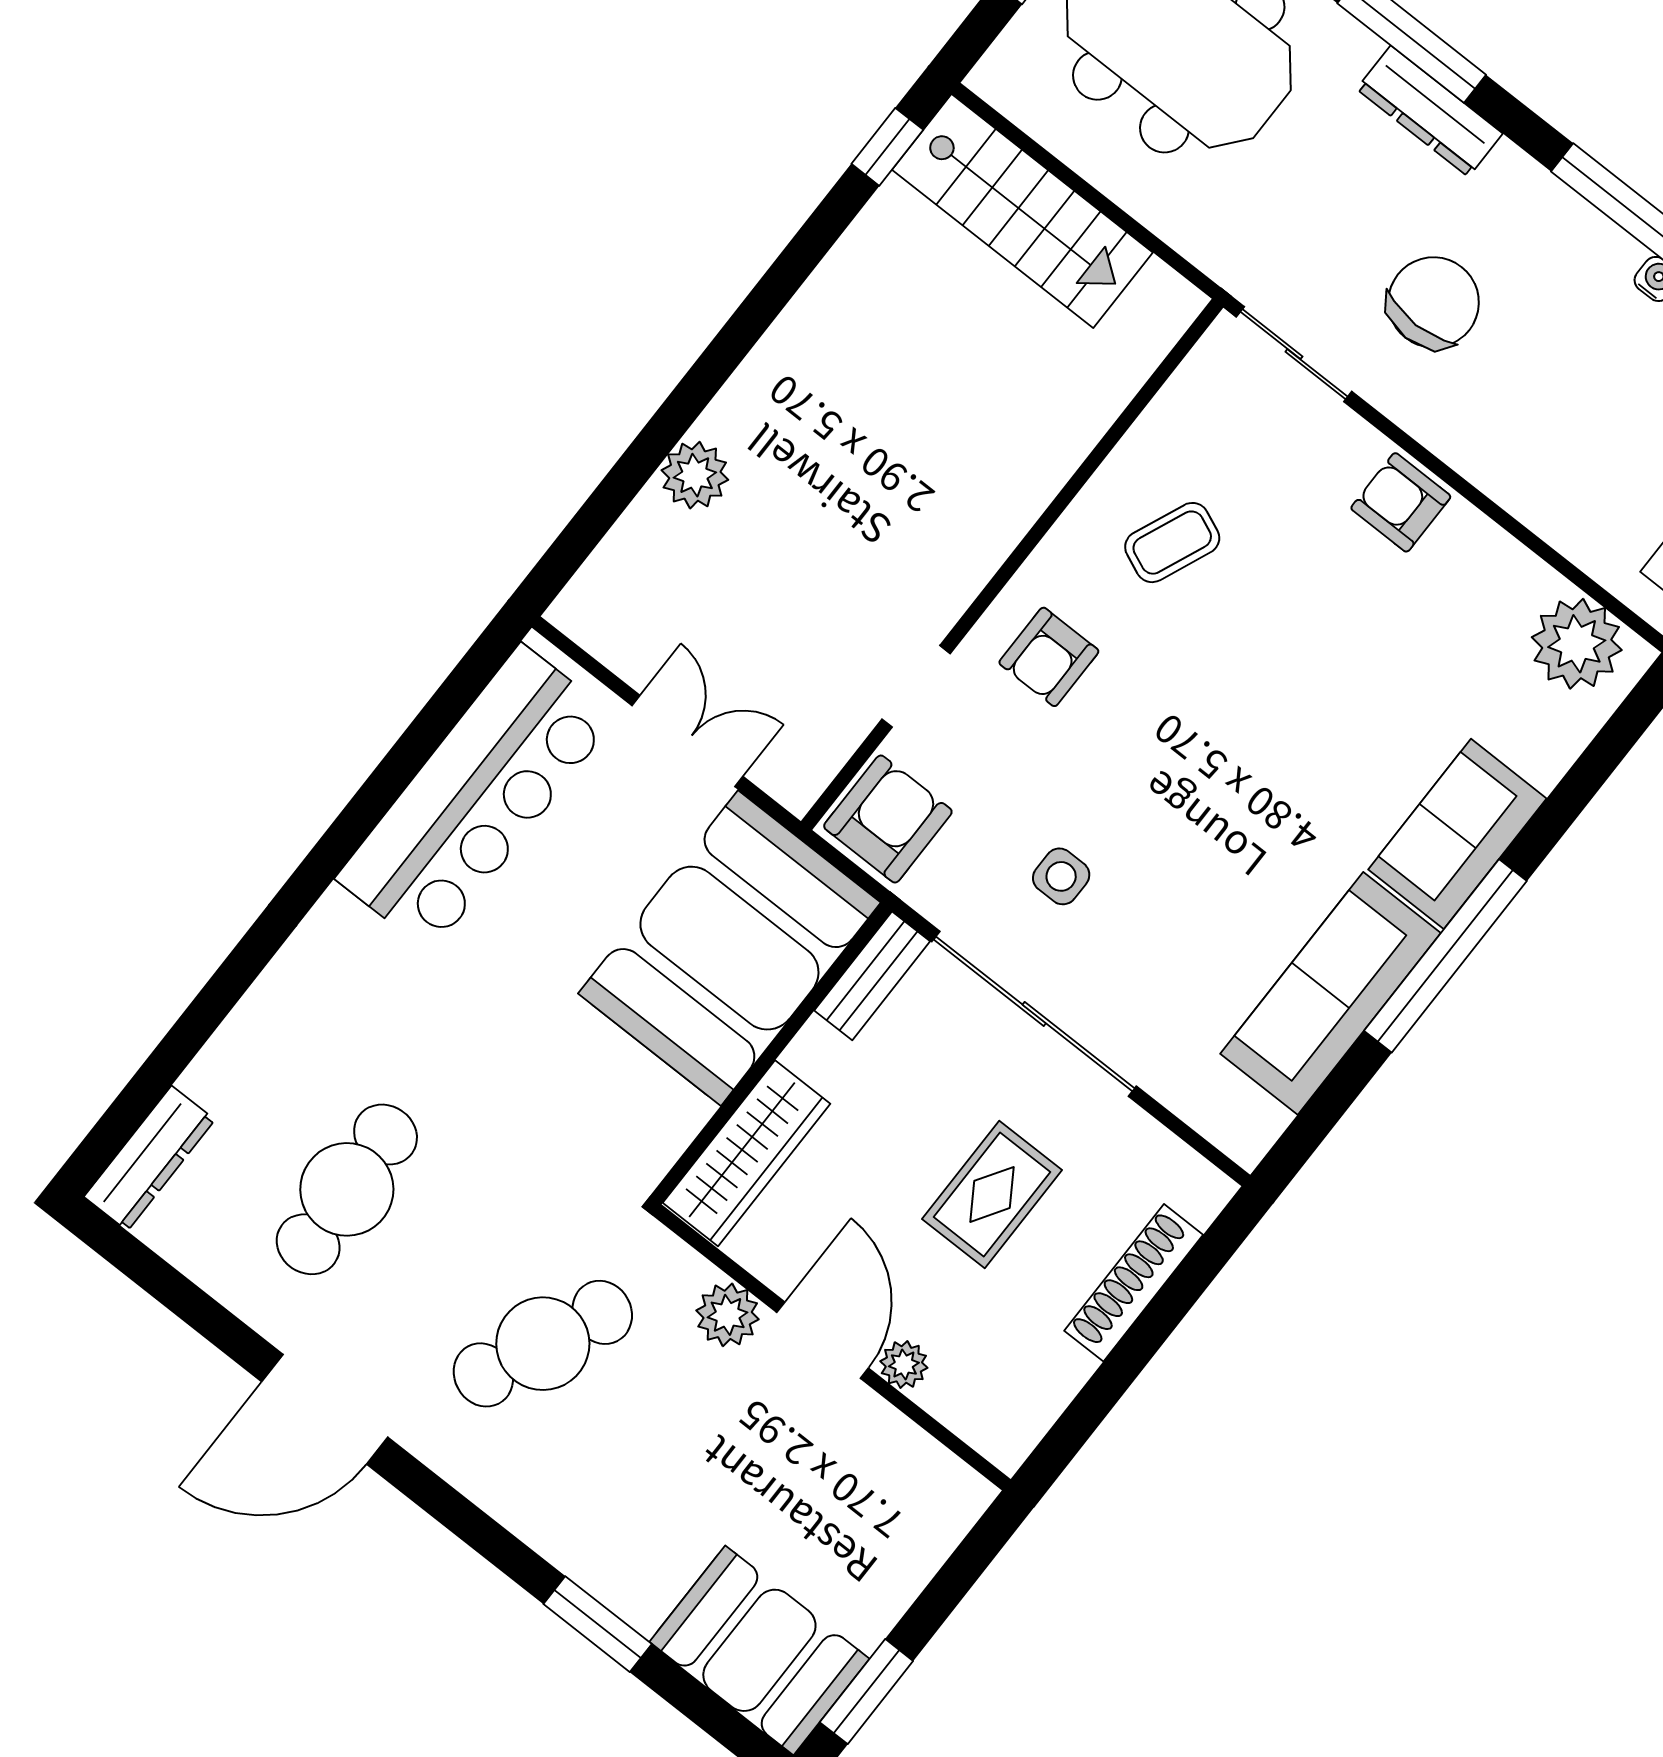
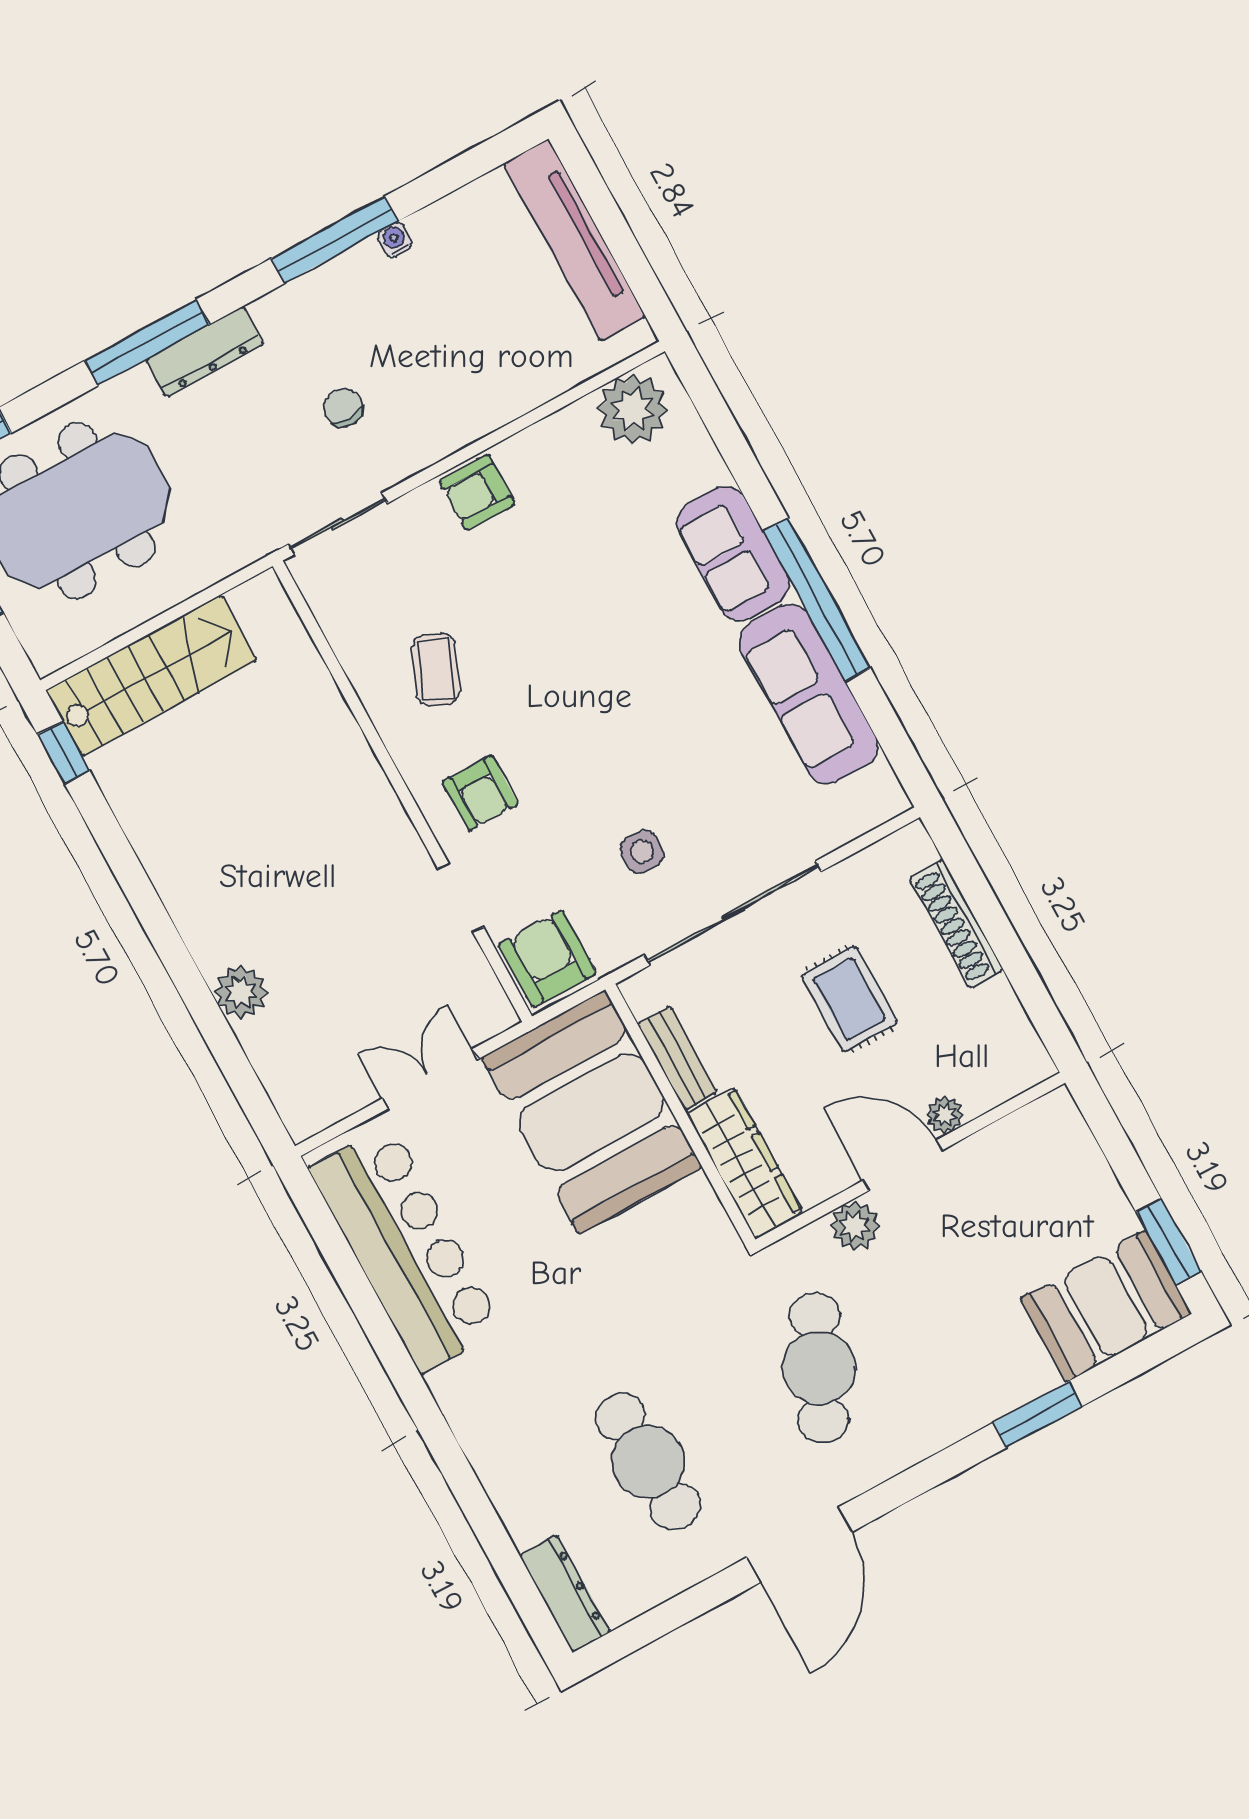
chair: (1434, 302) -> (343, 408), width x0.54, depth x0.54
bench: (872, 976) -> (677, 1058), moved

